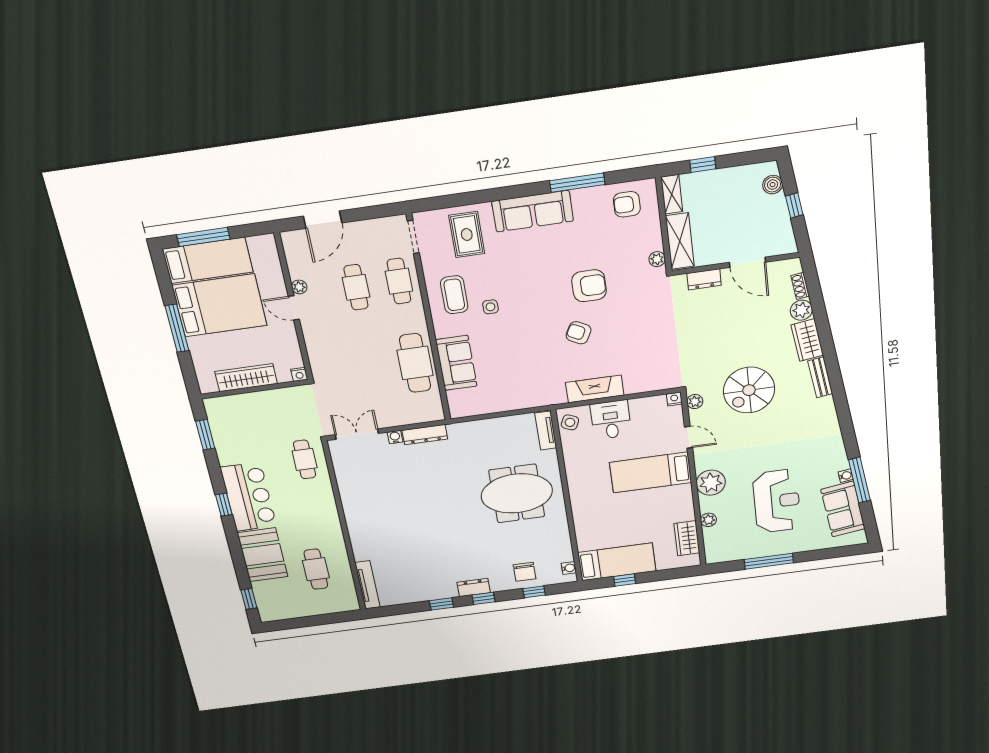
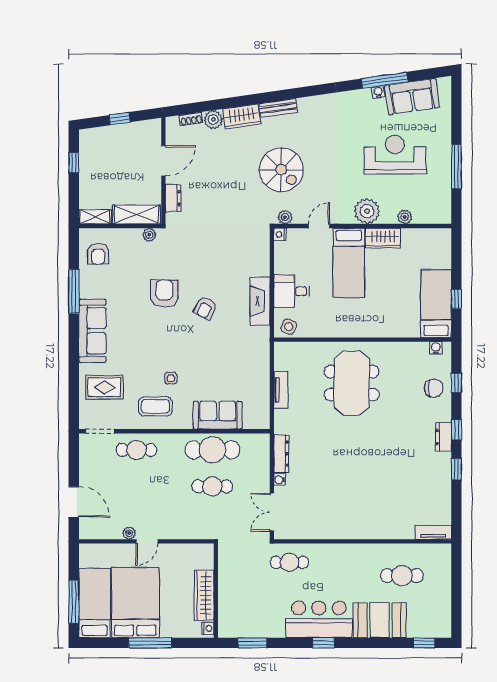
window: (703, 164) -> (74, 163), moved
boiler: (773, 185) -> (99, 135), removed
cafe table: (356, 287) -> (212, 486), moved
nightstand: (299, 374) -> (208, 628), moved
tv unit: (546, 431) -> (281, 390), moved, turned -90
wardrobe: (687, 538) -> (383, 238), moved
tv unit: (367, 585) -> (433, 532), width x0.71

